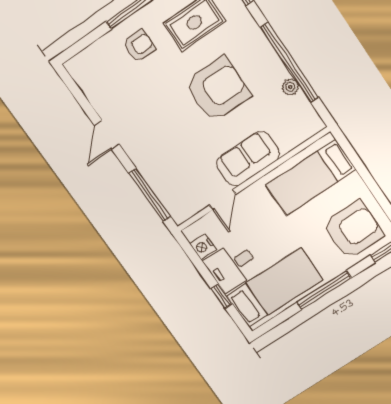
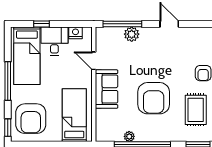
plant: (154, 175) -> (132, 34), added

